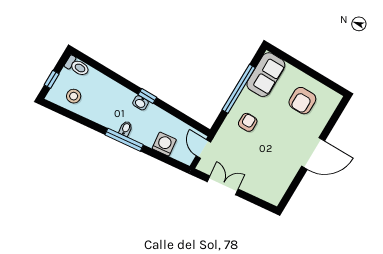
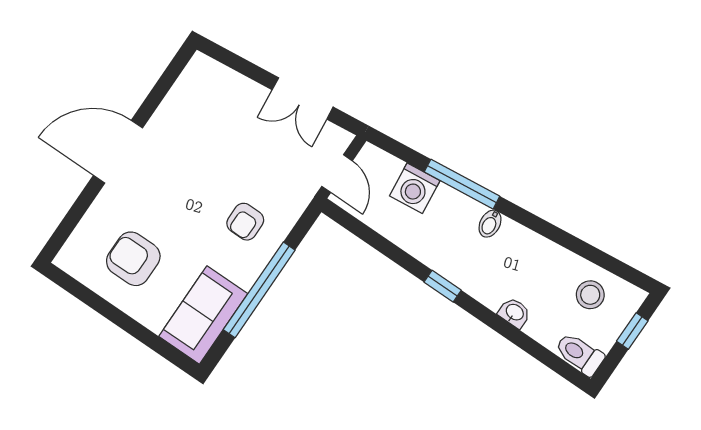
armchair: (302, 101) -> (133, 259), turned -90
washbasin: (141, 103) -> (514, 313), moved
window: (124, 140) -> (462, 184), moved

